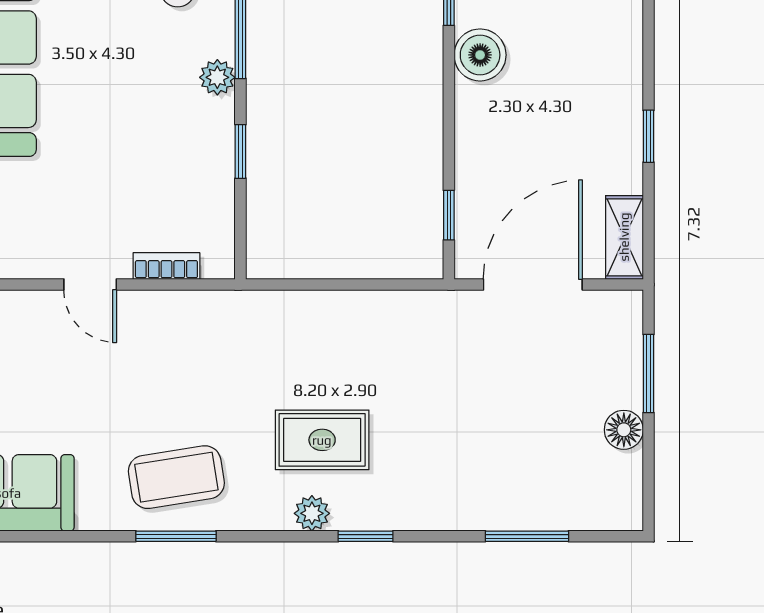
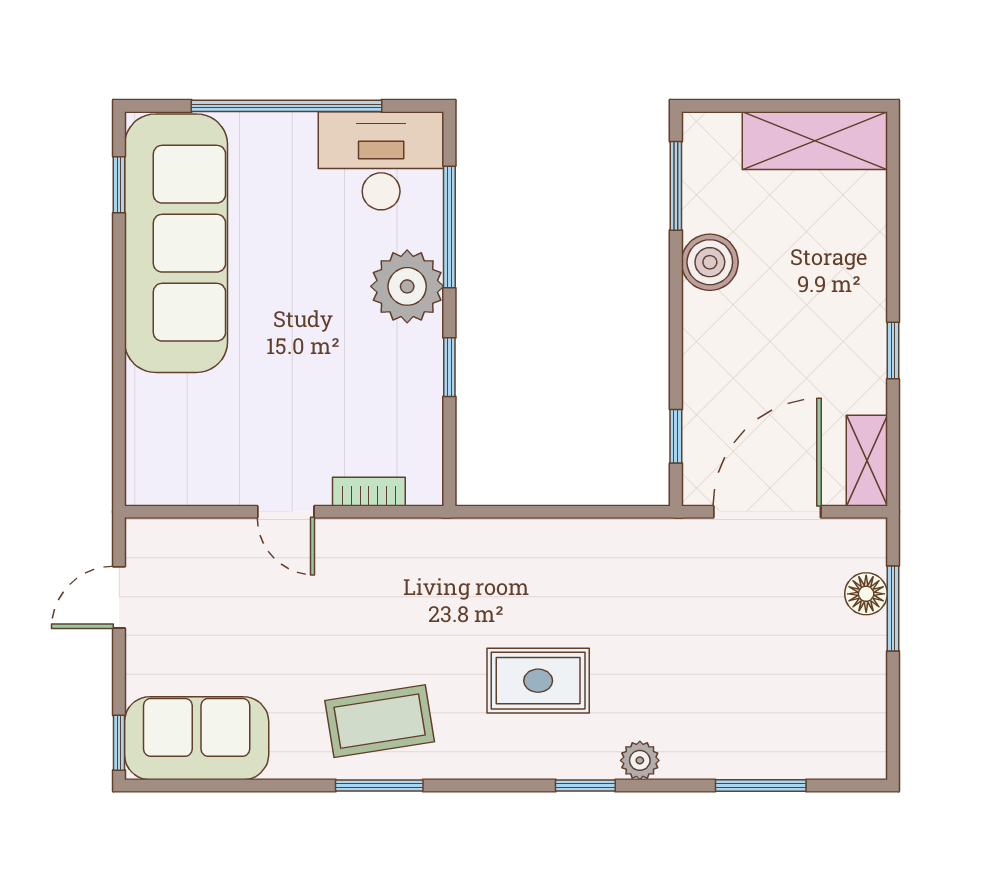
plant: (217, 77) -> (407, 286), width x1.88, depth x1.88
floor lamp: (624, 430) -> (866, 594), moved
plant: (312, 513) -> (640, 760), moved

